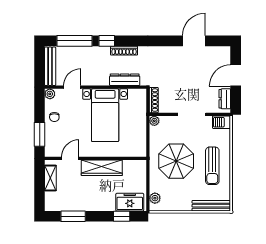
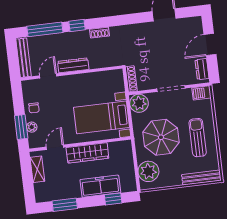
shoe rack: (124, 51) -> (100, 33), width x0.70
dresser: (125, 80) -> (73, 65), moved
plant: (50, 94) -> (32, 127), moved
bed with nightstands: (105, 115) -> (102, 117), moved, turned 90
plant: (154, 121) -> (139, 103), width x1.88, depth x1.88
sun lounger: (212, 166) -> (198, 138), turned 180
plant: (155, 198) -> (148, 171), width x1.88, depth x1.88
freezer: (130, 202) -> (100, 186), moved, width x1.40

